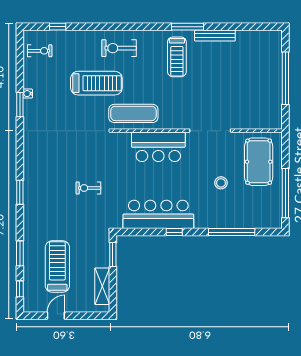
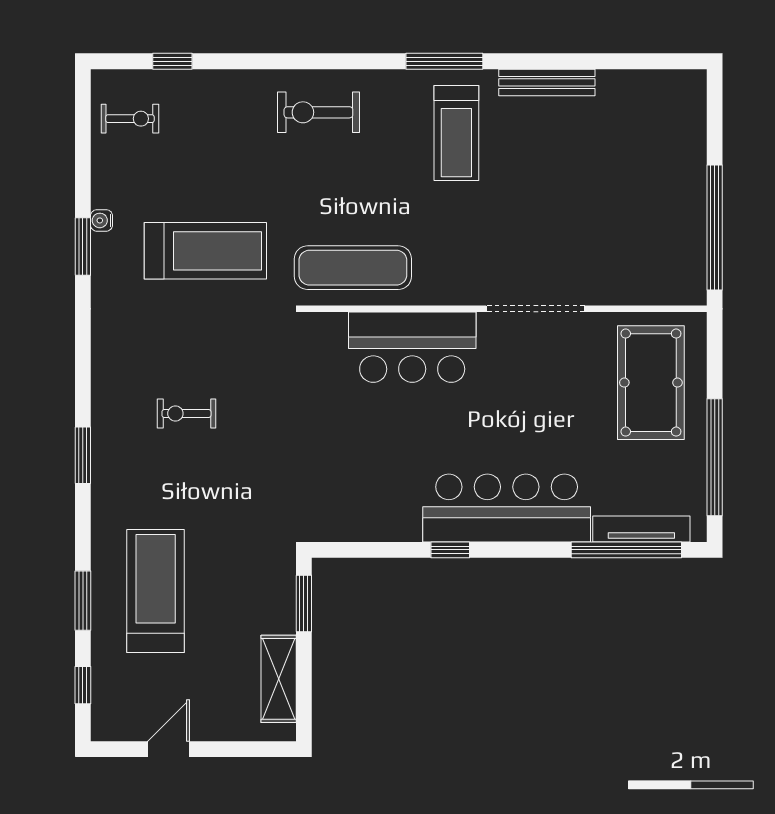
window: (188, 27) -> (444, 61), moved
window: (285, 78) -> (715, 227), moved
treadmill: (96, 83) -> (205, 251), moved
stool: (221, 183) -> (561, 433), removed
exercise bike: (88, 188) -> (186, 413), moved
bar counter: (158, 214) -> (507, 508), moved
tv unit: (255, 223) -> (641, 529), added
window: (232, 232) -> (626, 550), moved
treadmill: (57, 267) -> (156, 591), moved

